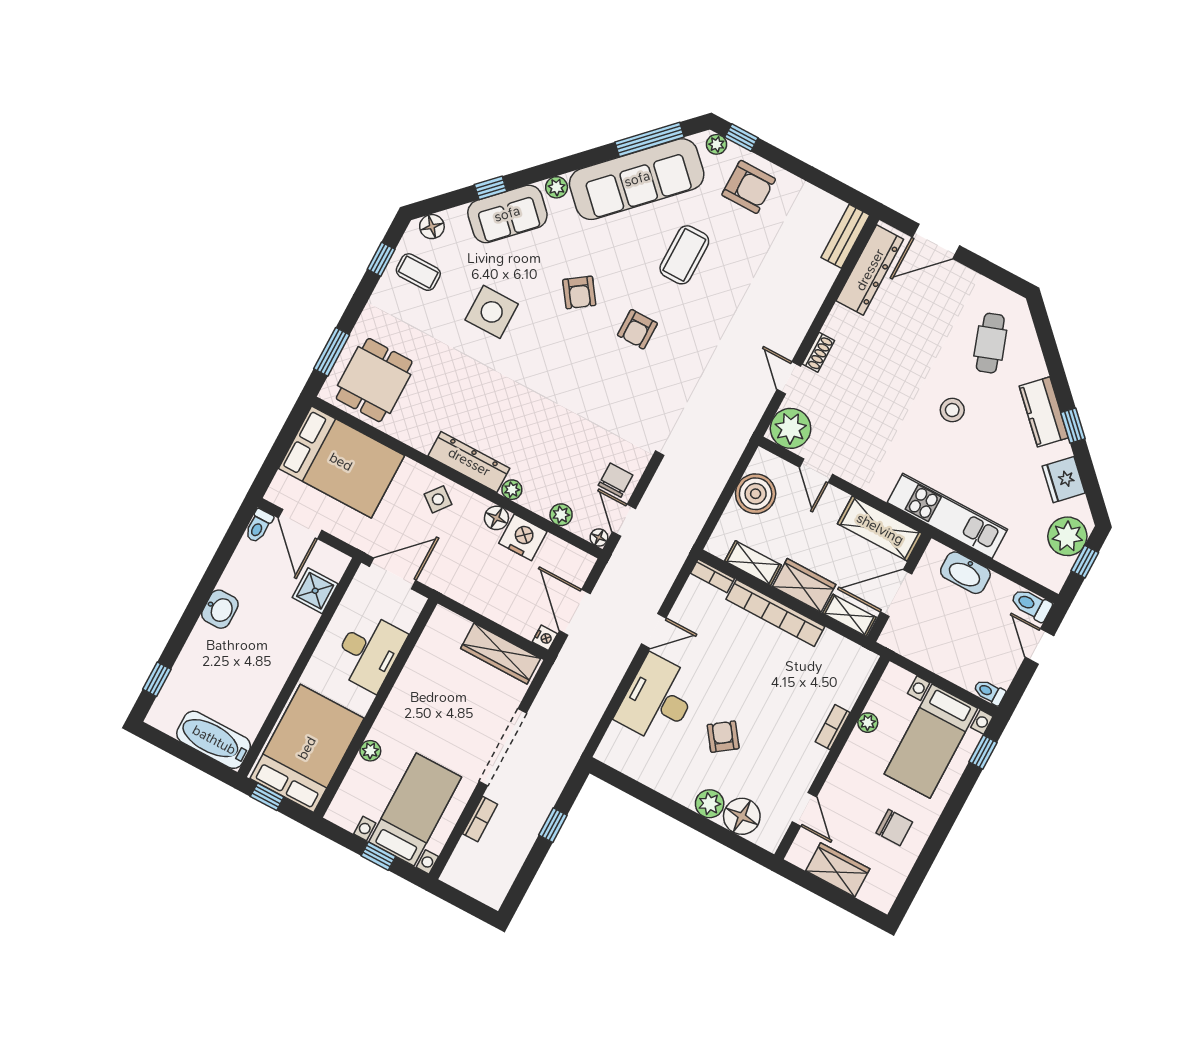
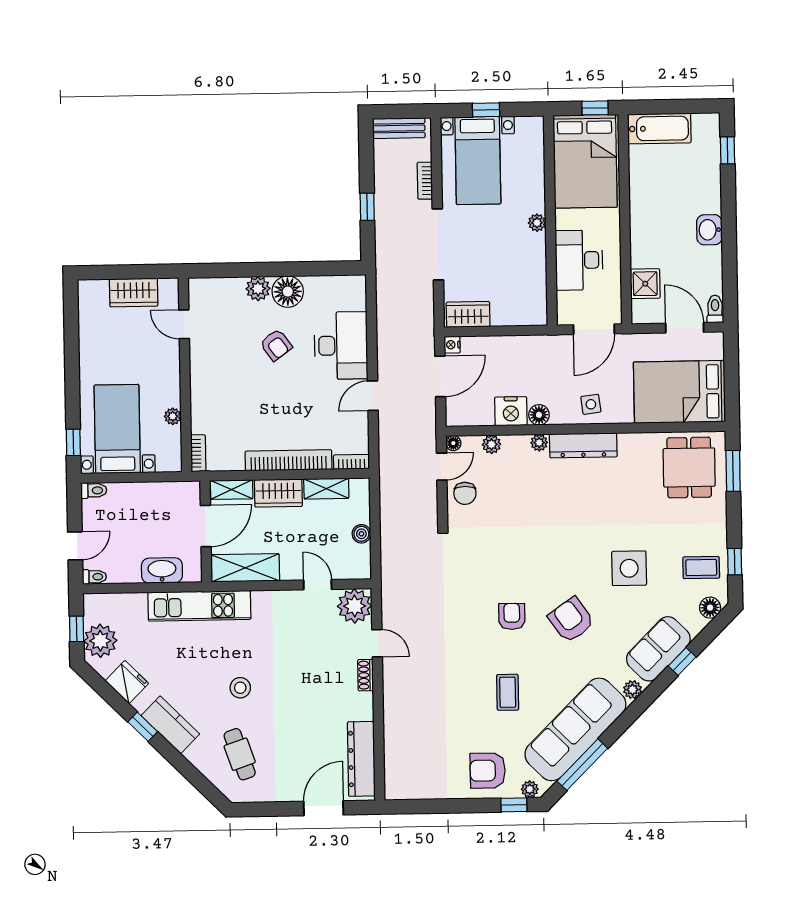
bench: (845, 236) -> (399, 128), moved, turned 90
coffee table: (684, 255) -> (508, 692), width x0.73, depth x0.77
armchair: (579, 292) -> (571, 620), width x1.38, depth x1.38
boiler: (756, 494) -> (361, 534), width x0.54, depth x0.54
side table: (438, 499) -> (591, 404), turned 45
door: (624, 520) -> (442, 467), hinge flipped
toilet: (1031, 605) -> (94, 577), width x0.73, depth x0.72
door: (575, 612) -> (440, 376), hinge flipped
door: (1039, 647) -> (75, 546), hinge flipped
wardrobe: (501, 653) -> (468, 314), width x0.67
bookcase: (833, 727) -> (198, 453), moved
plant: (370, 751) -> (537, 223), moved
floor lamp: (742, 816) -> (288, 292), moved
chair: (894, 828) -> (109, 348), removed

